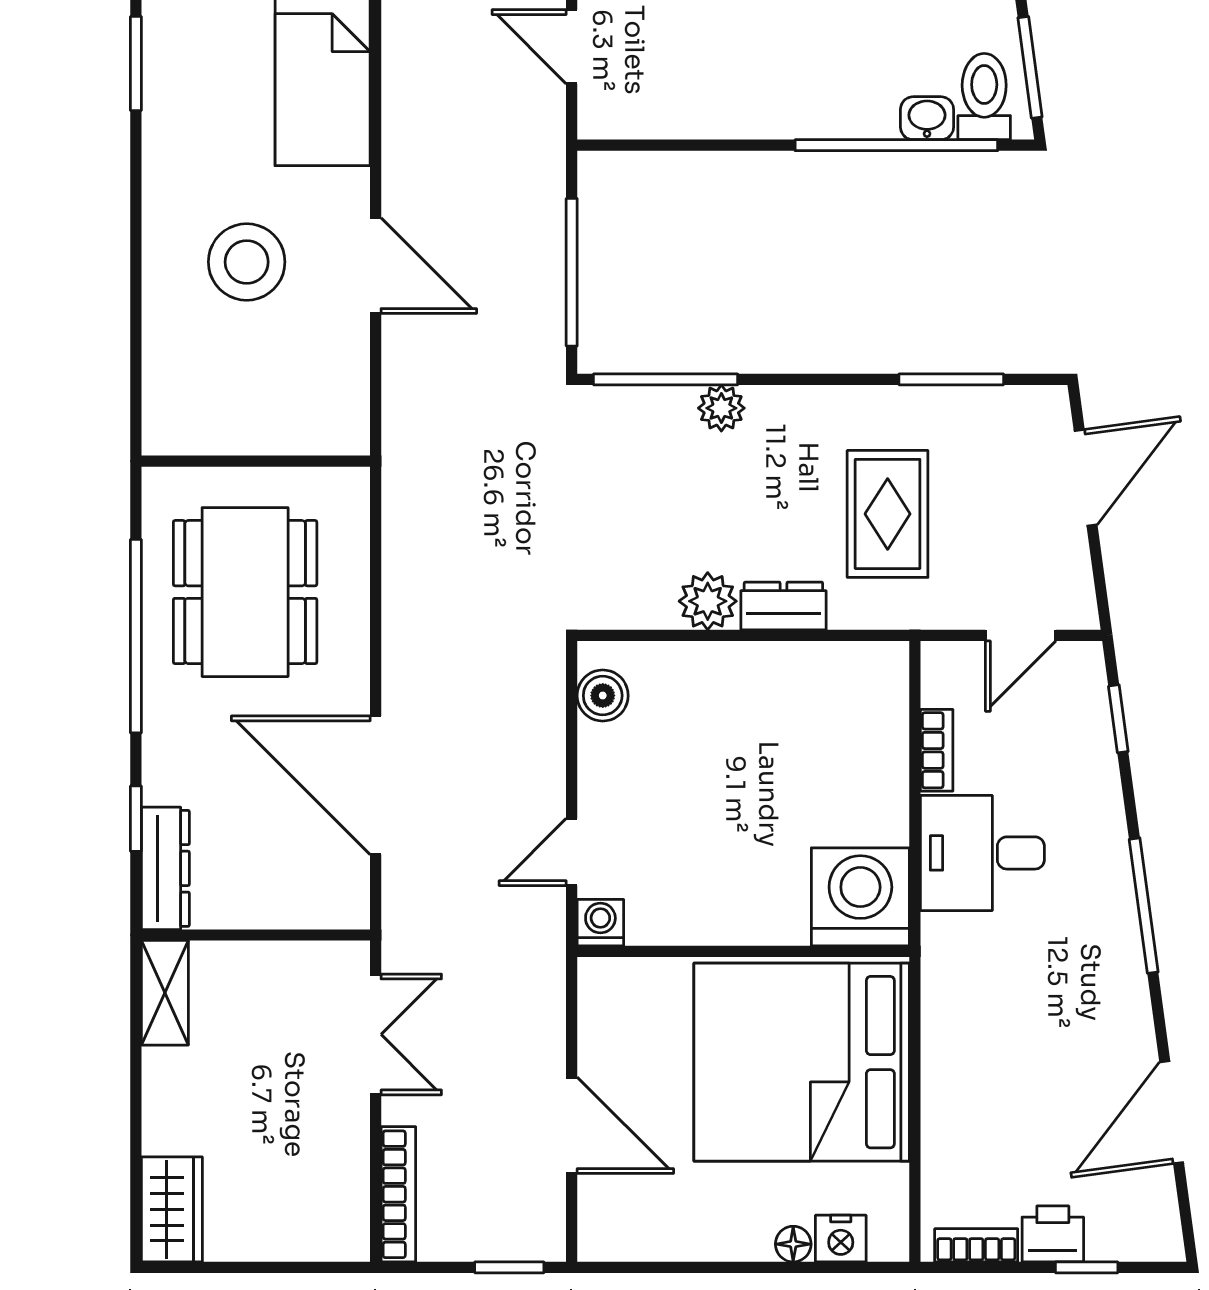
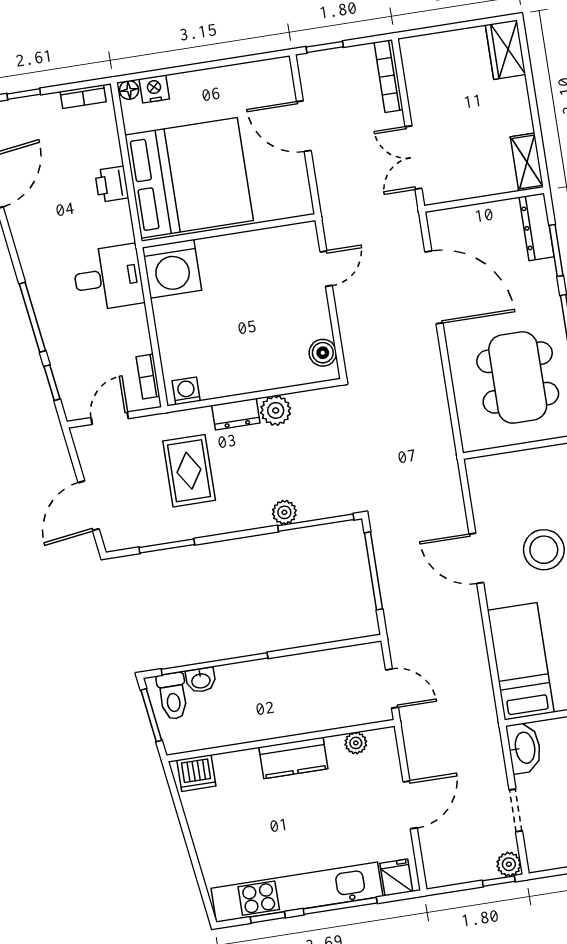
bookcase: (937, 750) -> (148, 376), moved
window: (136, 819) -> (556, 250), width x1.50
desk: (982, 853) -> (108, 278), moved
window: (1144, 906) -> (32, 317), moved
washing machine: (600, 923) -> (186, 391), moved, turned 180
printer: (1053, 1234) -> (112, 184), moved, turned 90
floor lamp: (793, 1244) -> (129, 90), moved

